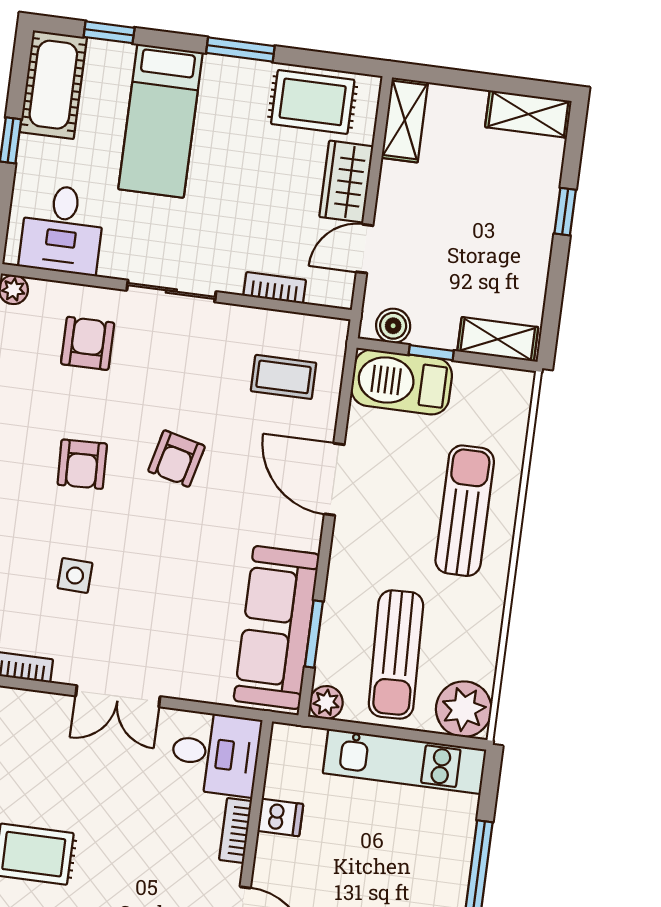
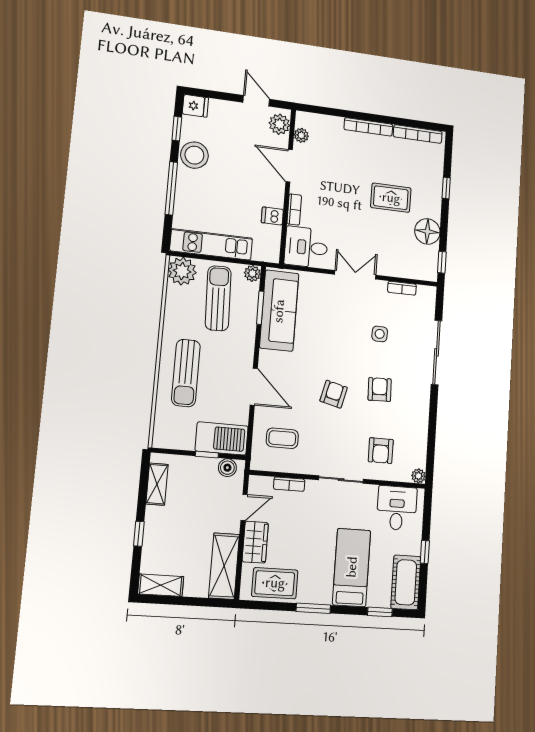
shelving: (405, 120) -> (224, 566), width x1.50, depth x1.33
shelving: (498, 339) -> (157, 484), moved, turned 90

